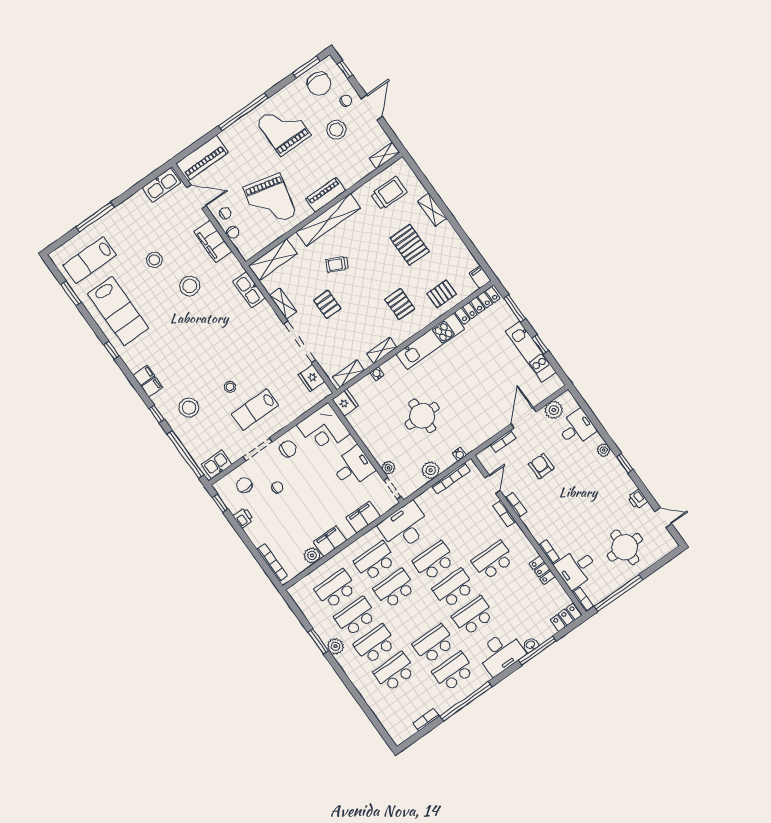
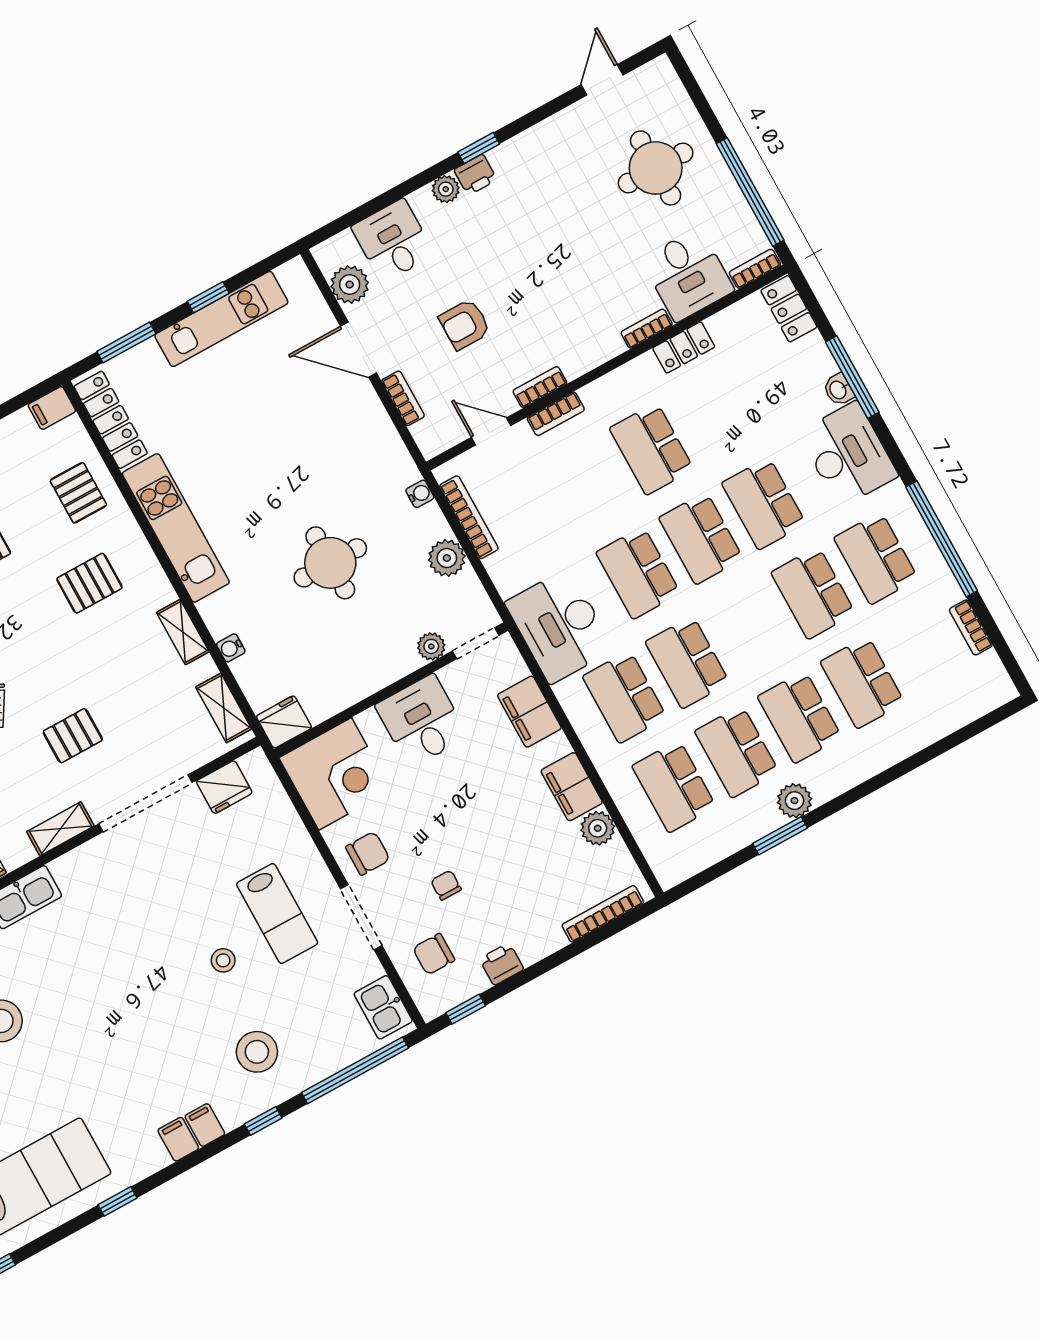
chair: (288, 449) -> (368, 853), turned 90
printer: (638, 499) -> (475, 175), moved

